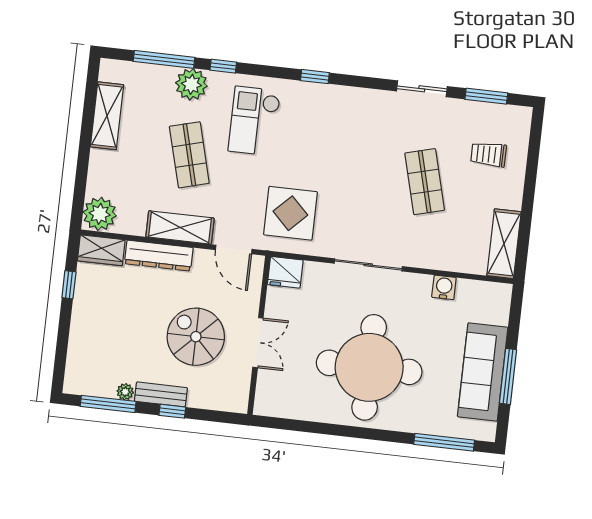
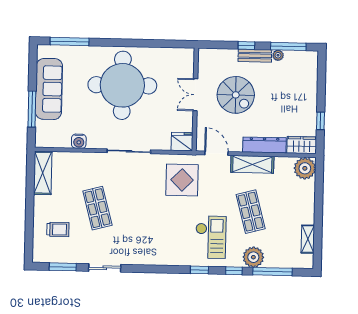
window: (315, 77) -> (199, 270), moved
shelving: (107, 116) -> (308, 239), width x0.67, depth x0.75
window: (508, 376) -> (32, 109), moved

